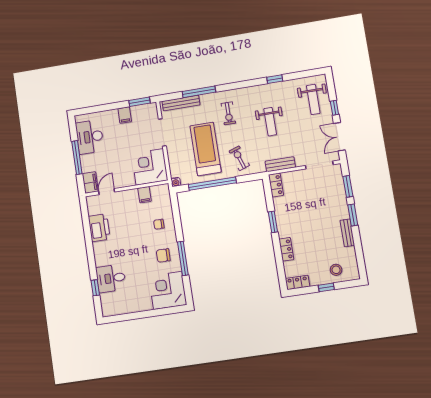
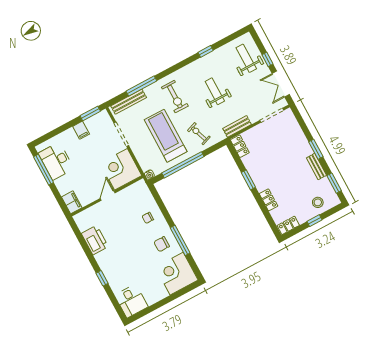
weight bench: (313, 99) -> (246, 58), turned 180
exercise bike: (228, 113) -> (175, 97), width x1.38, depth x1.39
weight bench: (270, 122) -> (215, 91), turned 180
window: (77, 158) -> (43, 170), moved
window: (348, 186) -> (334, 183), moved
door: (107, 192) -> (108, 196), moved
filing cabinet: (145, 195) -> (125, 196), removed
desk: (111, 278) -> (131, 301), moved, turned -90
window: (95, 288) -> (102, 278), moved

